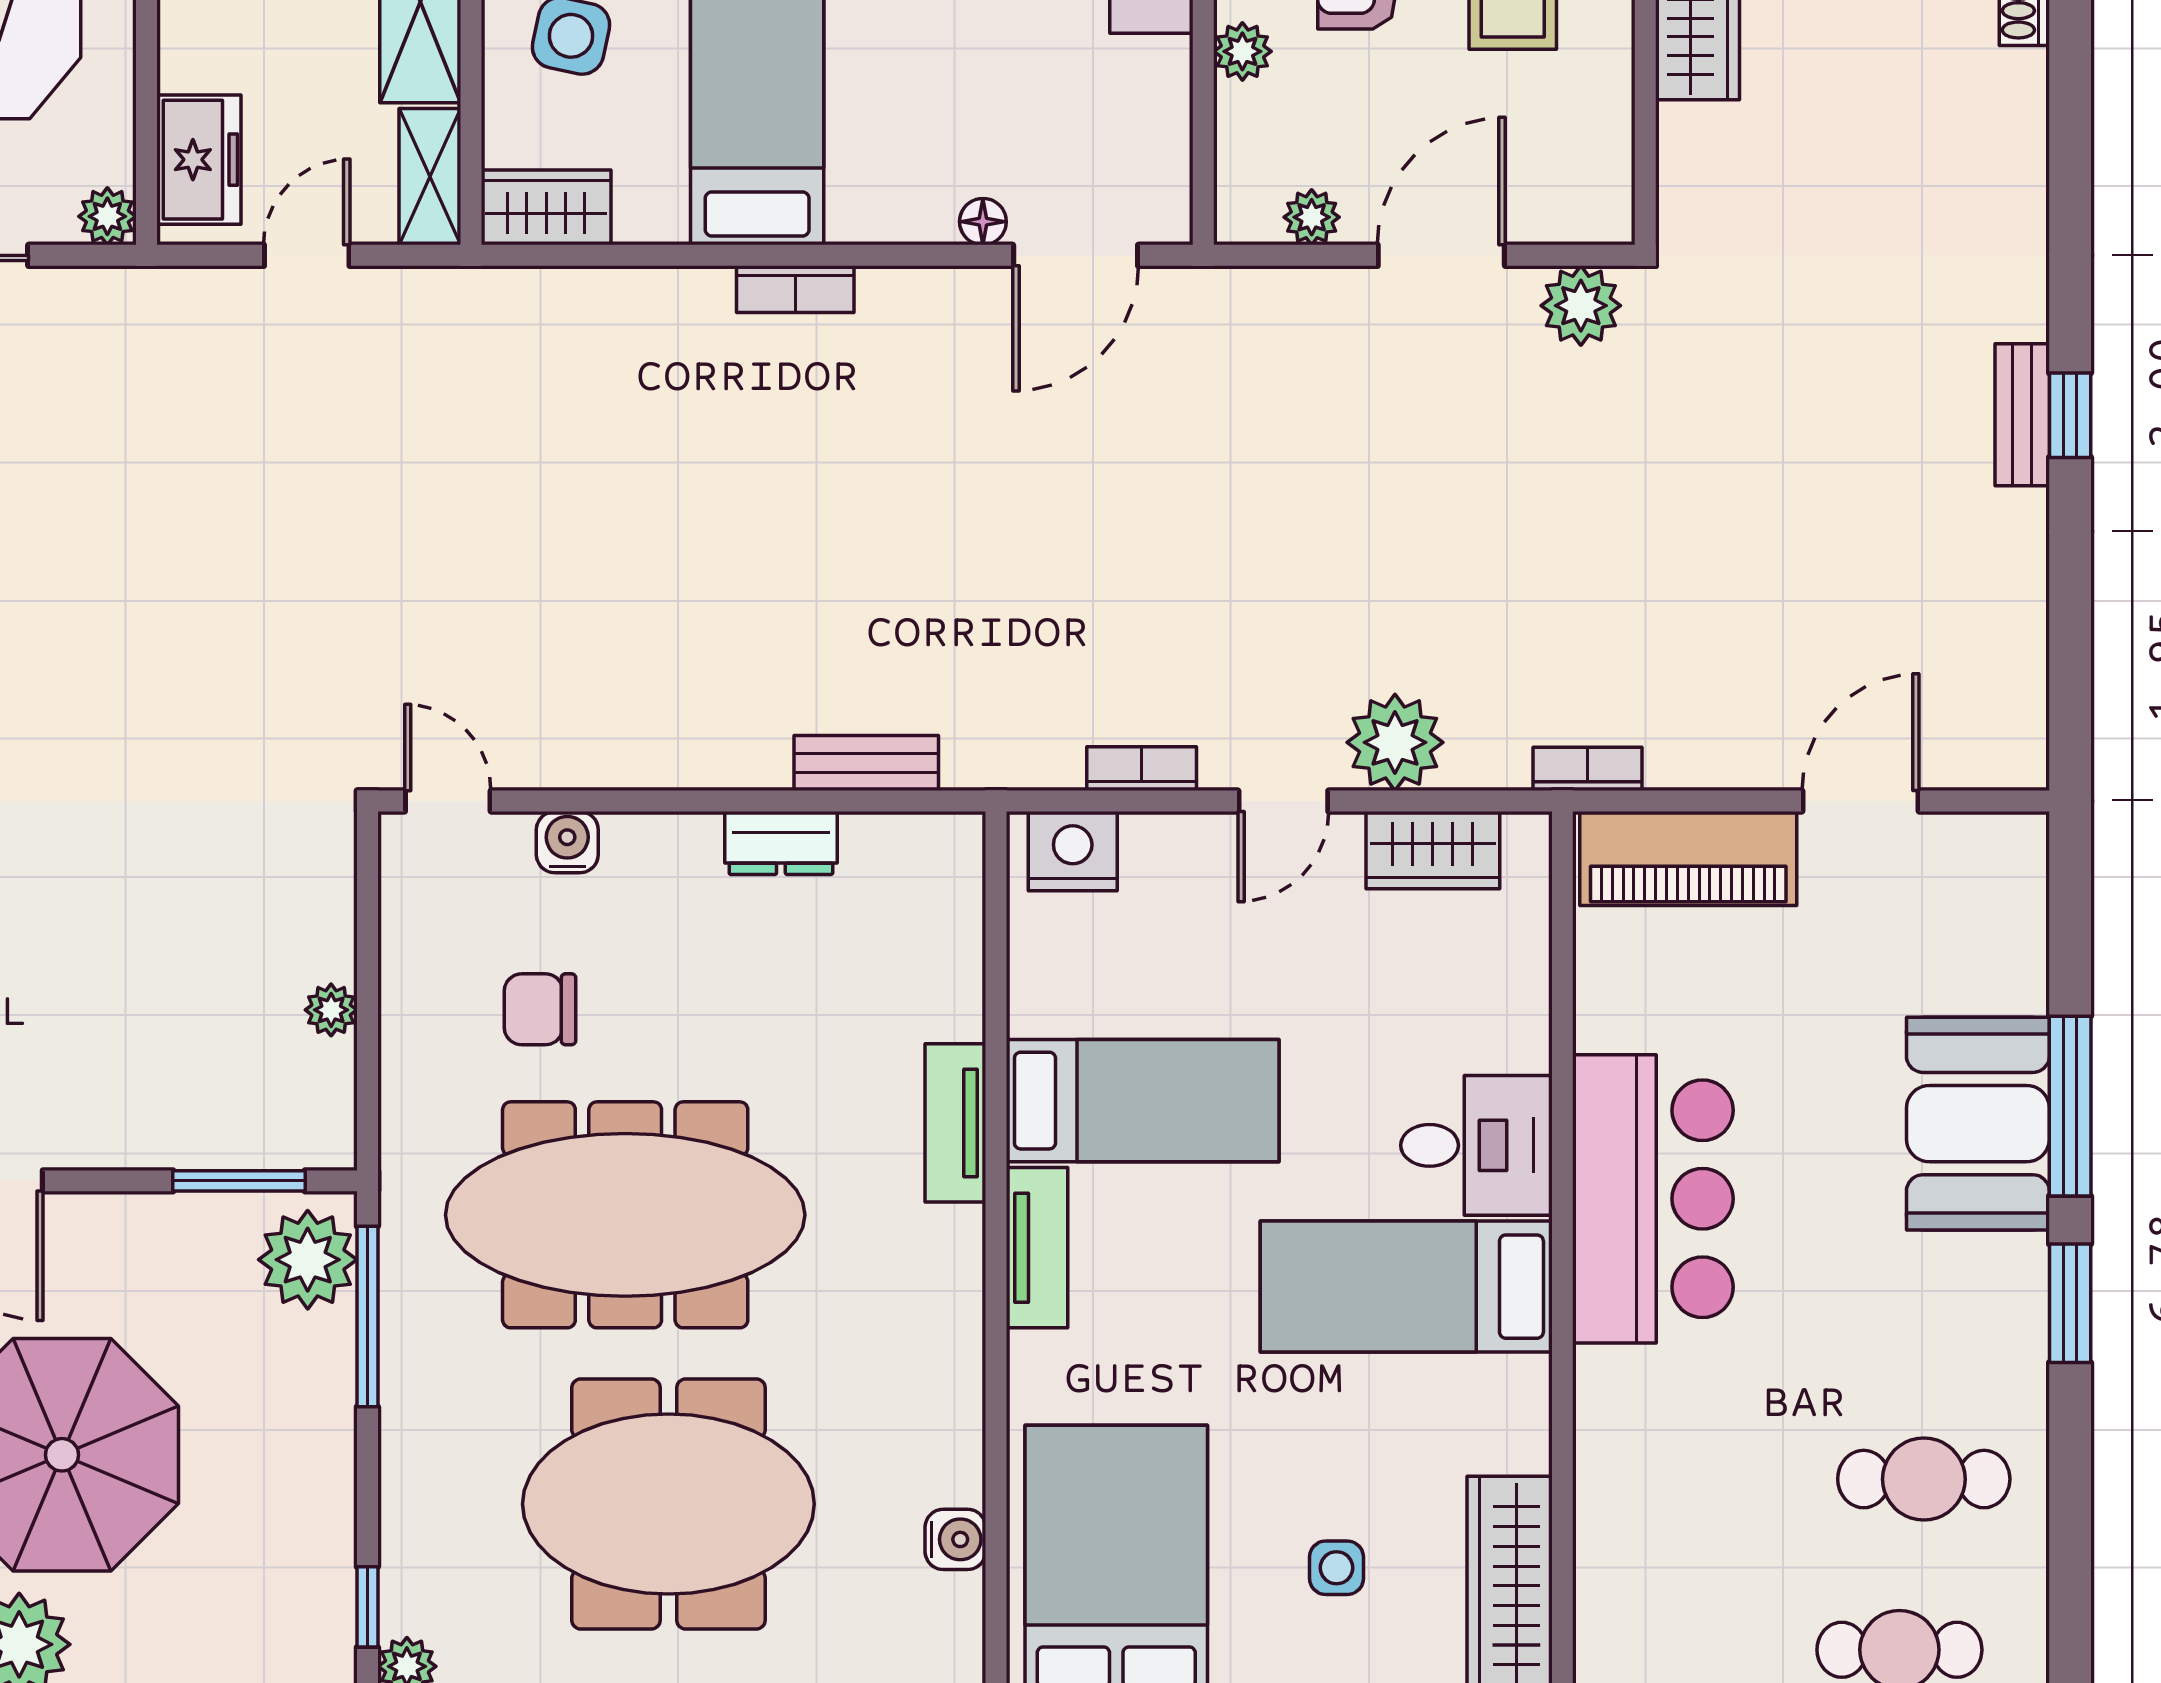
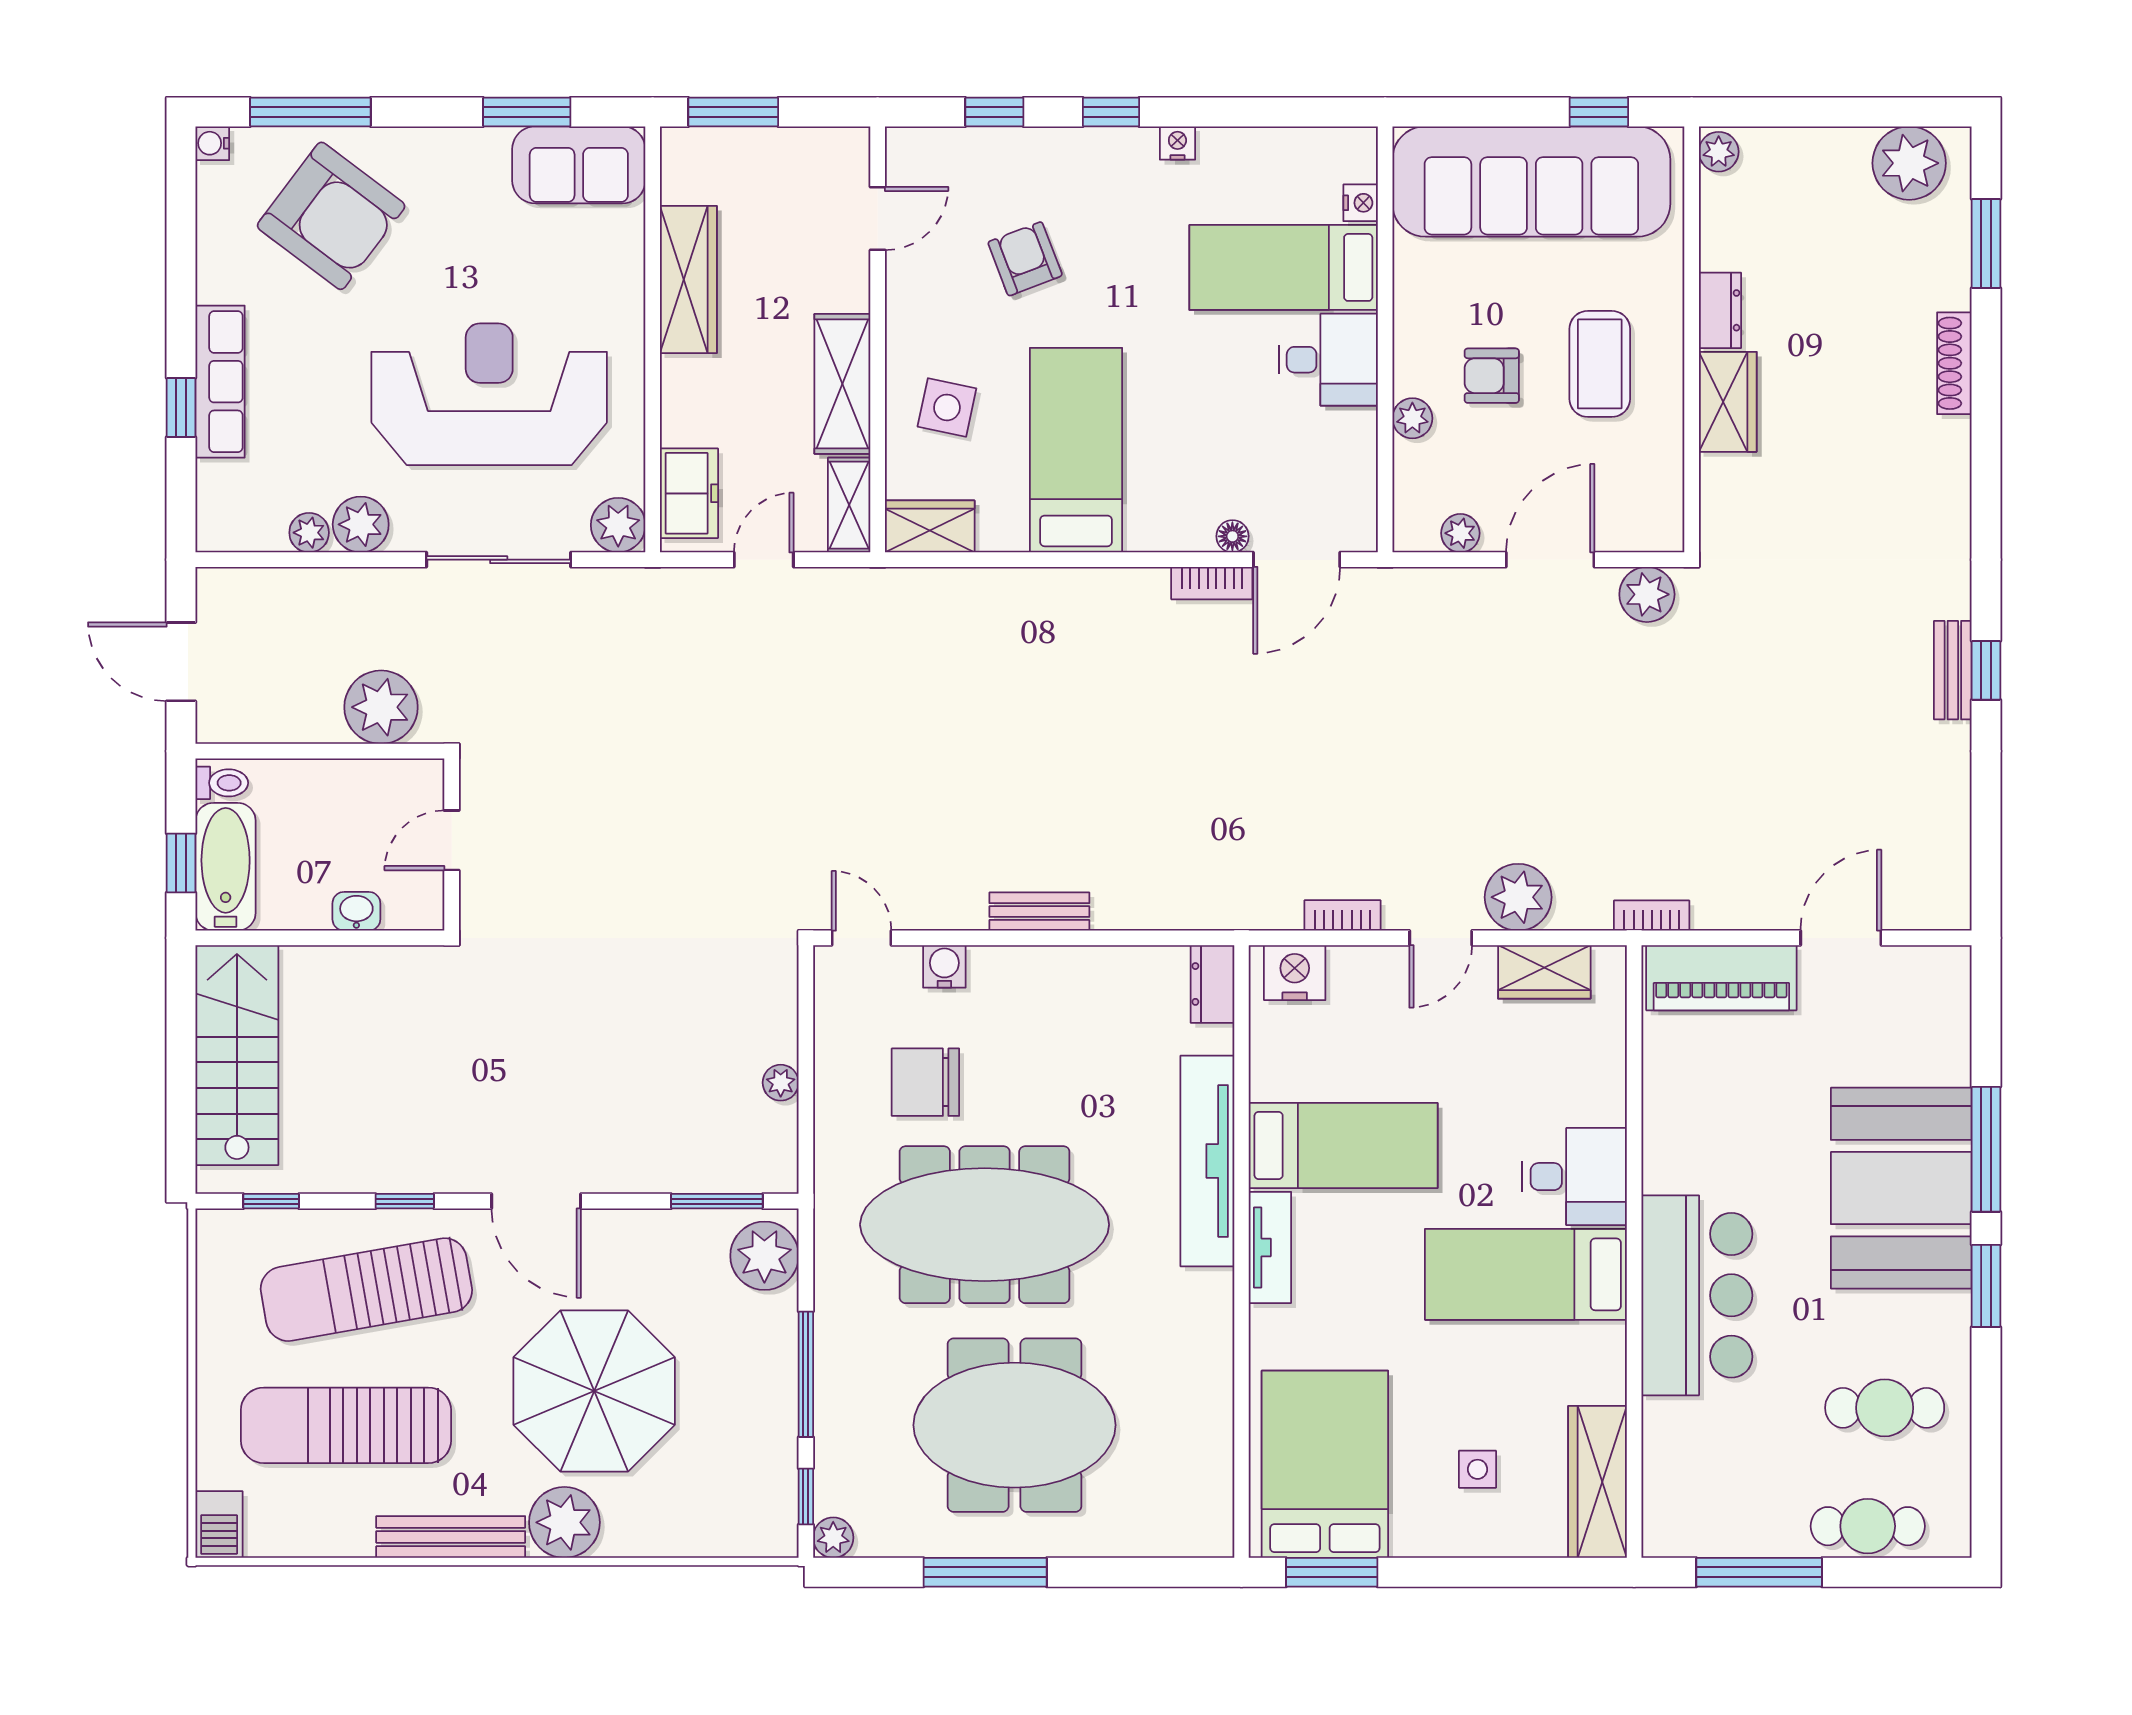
plant: (107, 216) -> (618, 525), width x1.38, depth x1.38
bookcase: (795, 289) -> (1212, 583), moved
bench: (866, 763) -> (1039, 912), moved
dresser: (781, 843) -> (1212, 984), moved, turned 90
chair: (540, 1009) -> (925, 1082), width x1.37, depth x1.37
tv unit: (955, 1123) -> (1207, 1161), width x1.92, depth x1.29
booth: (1978, 1124) -> (1901, 1188), width x1.36, depth x1.42
bar counter: (1653, 1199) -> (1697, 1295), moved
window: (367, 1317) -> (806, 1374), moved
water cooler: (955, 1539) -> (1213, 1450), removed

